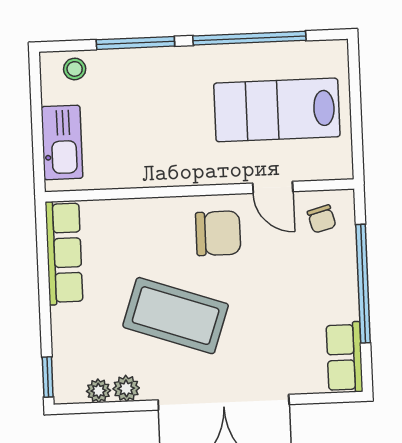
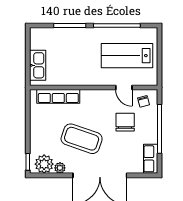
stool: (75, 69) -> (44, 35), removed
chair: (218, 233) -> (125, 122), moved, turned -90
row of seats: (64, 253) -> (58, 96), moved, turned 90
plant: (98, 391) -> (44, 164), width x1.87, depth x1.87

